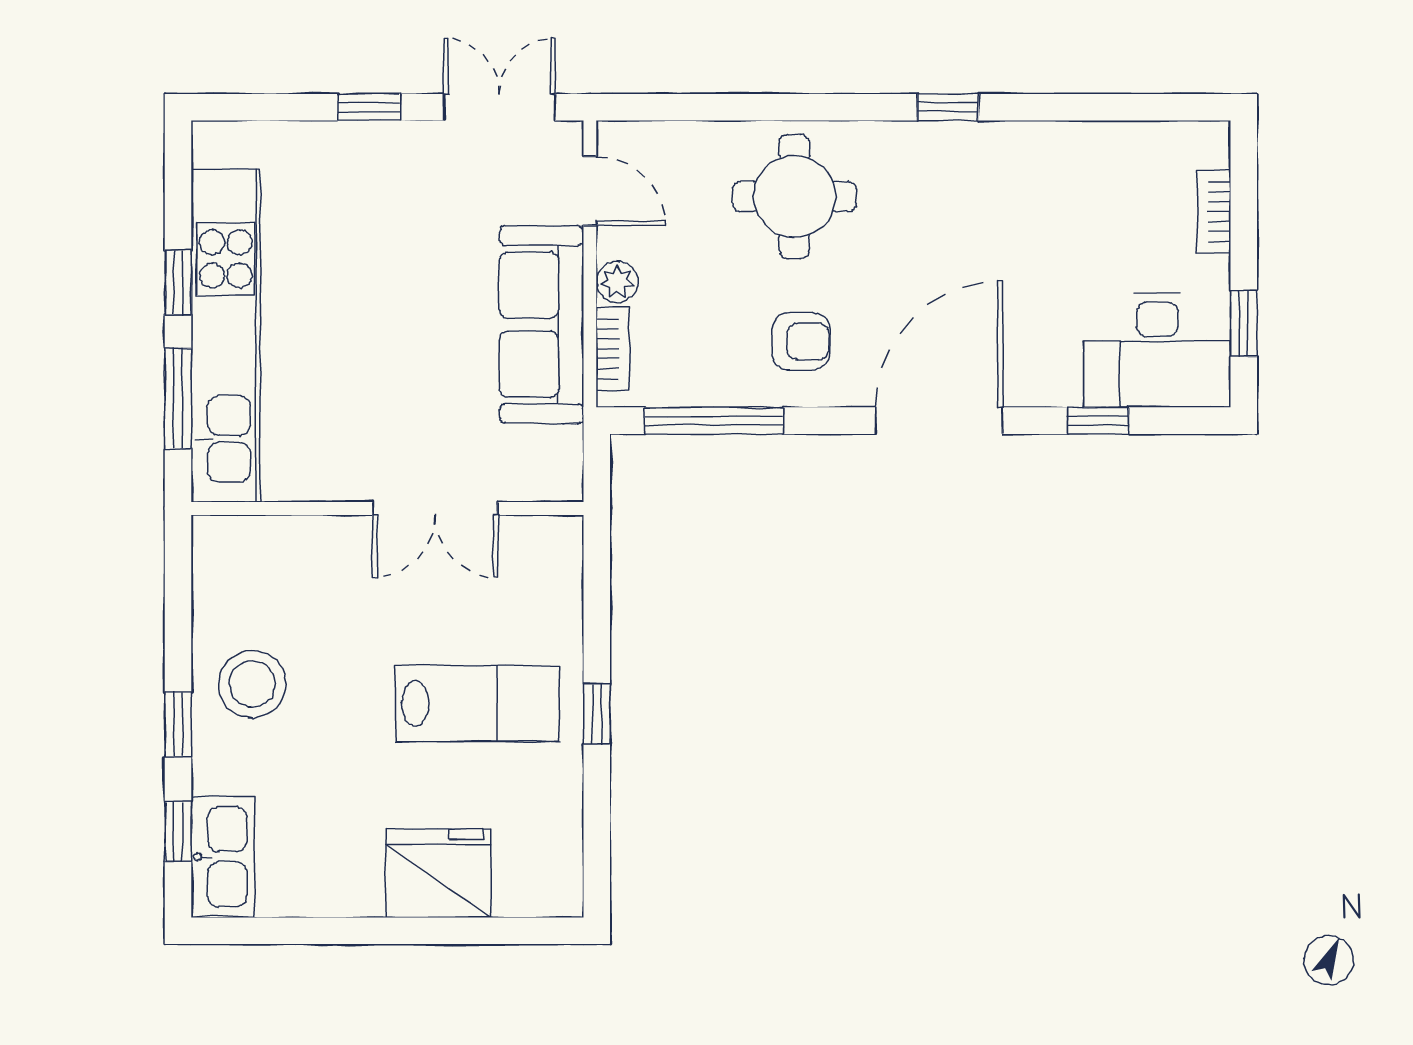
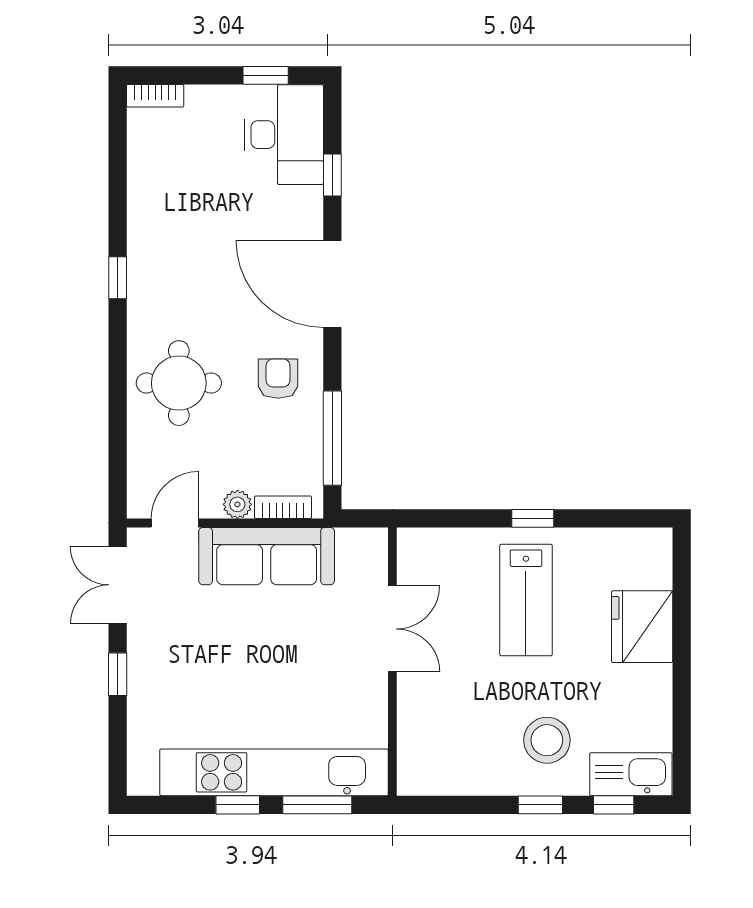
bookcase: (1214, 211) -> (155, 96), moved
stool: (252, 684) -> (547, 740), moved
lab bench: (477, 704) -> (526, 600), turned 180

